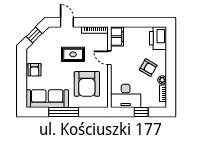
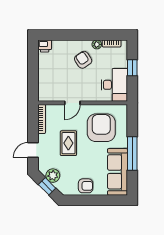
filing cabinet: (117, 37) -> (49, 94), removed
printer: (158, 38) -> (45, 46), width x0.53, depth x0.68
plant: (44, 40) -> (53, 176), added
armchair: (148, 68) -> (83, 60), turned -64
armchair: (87, 84) -> (101, 128), turned -90

